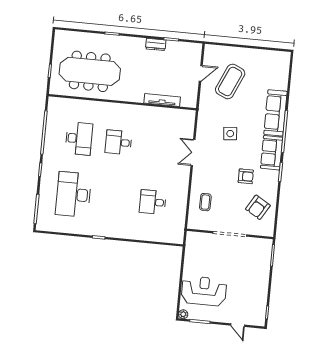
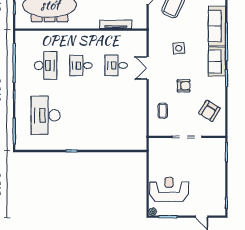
armchair: (246, 176) -> (184, 86), moved
desk: (153, 202) -> (116, 65), moved

